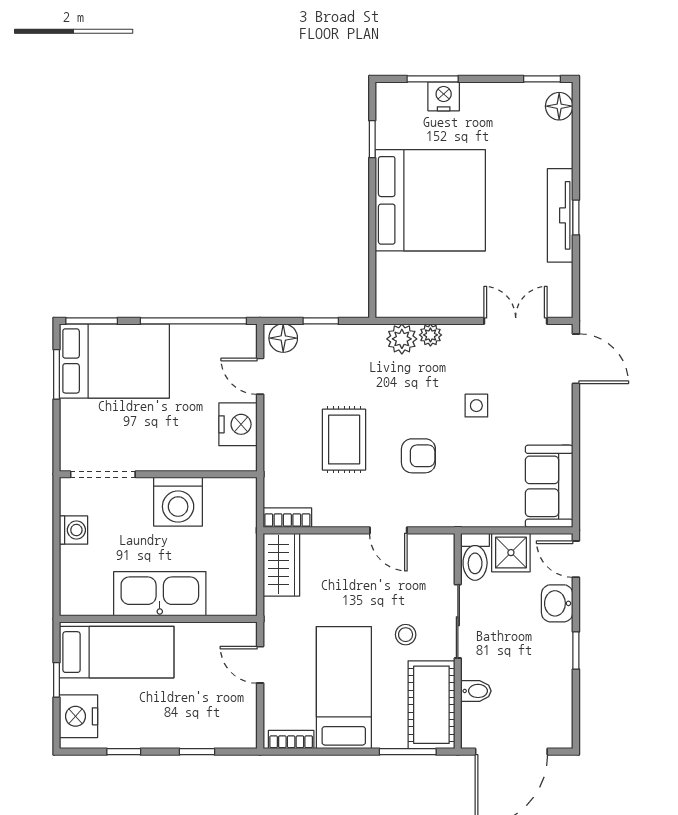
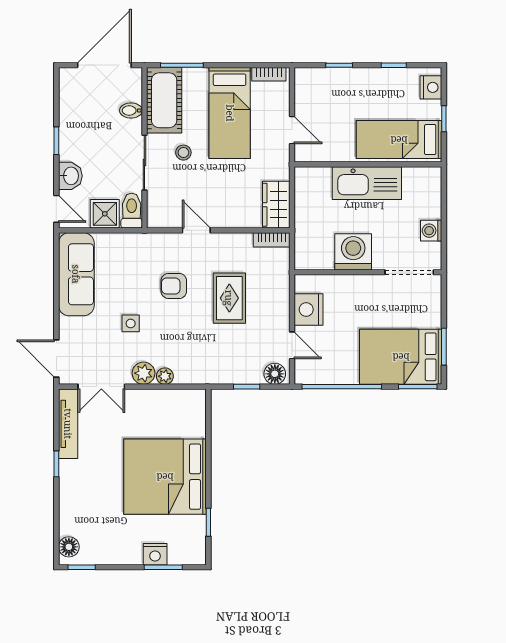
tv unit: (560, 215) -> (68, 424), moved
plant: (402, 339) -> (143, 373), moved
sofa: (549, 486) -> (76, 274), width x1.36
nightstand: (79, 716) -> (431, 87), width x0.74, depth x0.75

